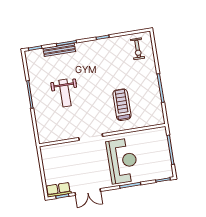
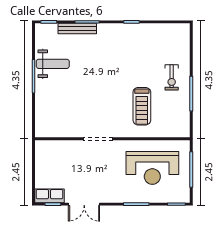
exercise bike: (138, 49) -> (172, 77), moved
weight bench: (65, 93) -> (53, 64), moved, turned -90
treadmill: (122, 105) -> (142, 106), turned 180
reception desk: (122, 161) -> (152, 168), moved, turned 90

